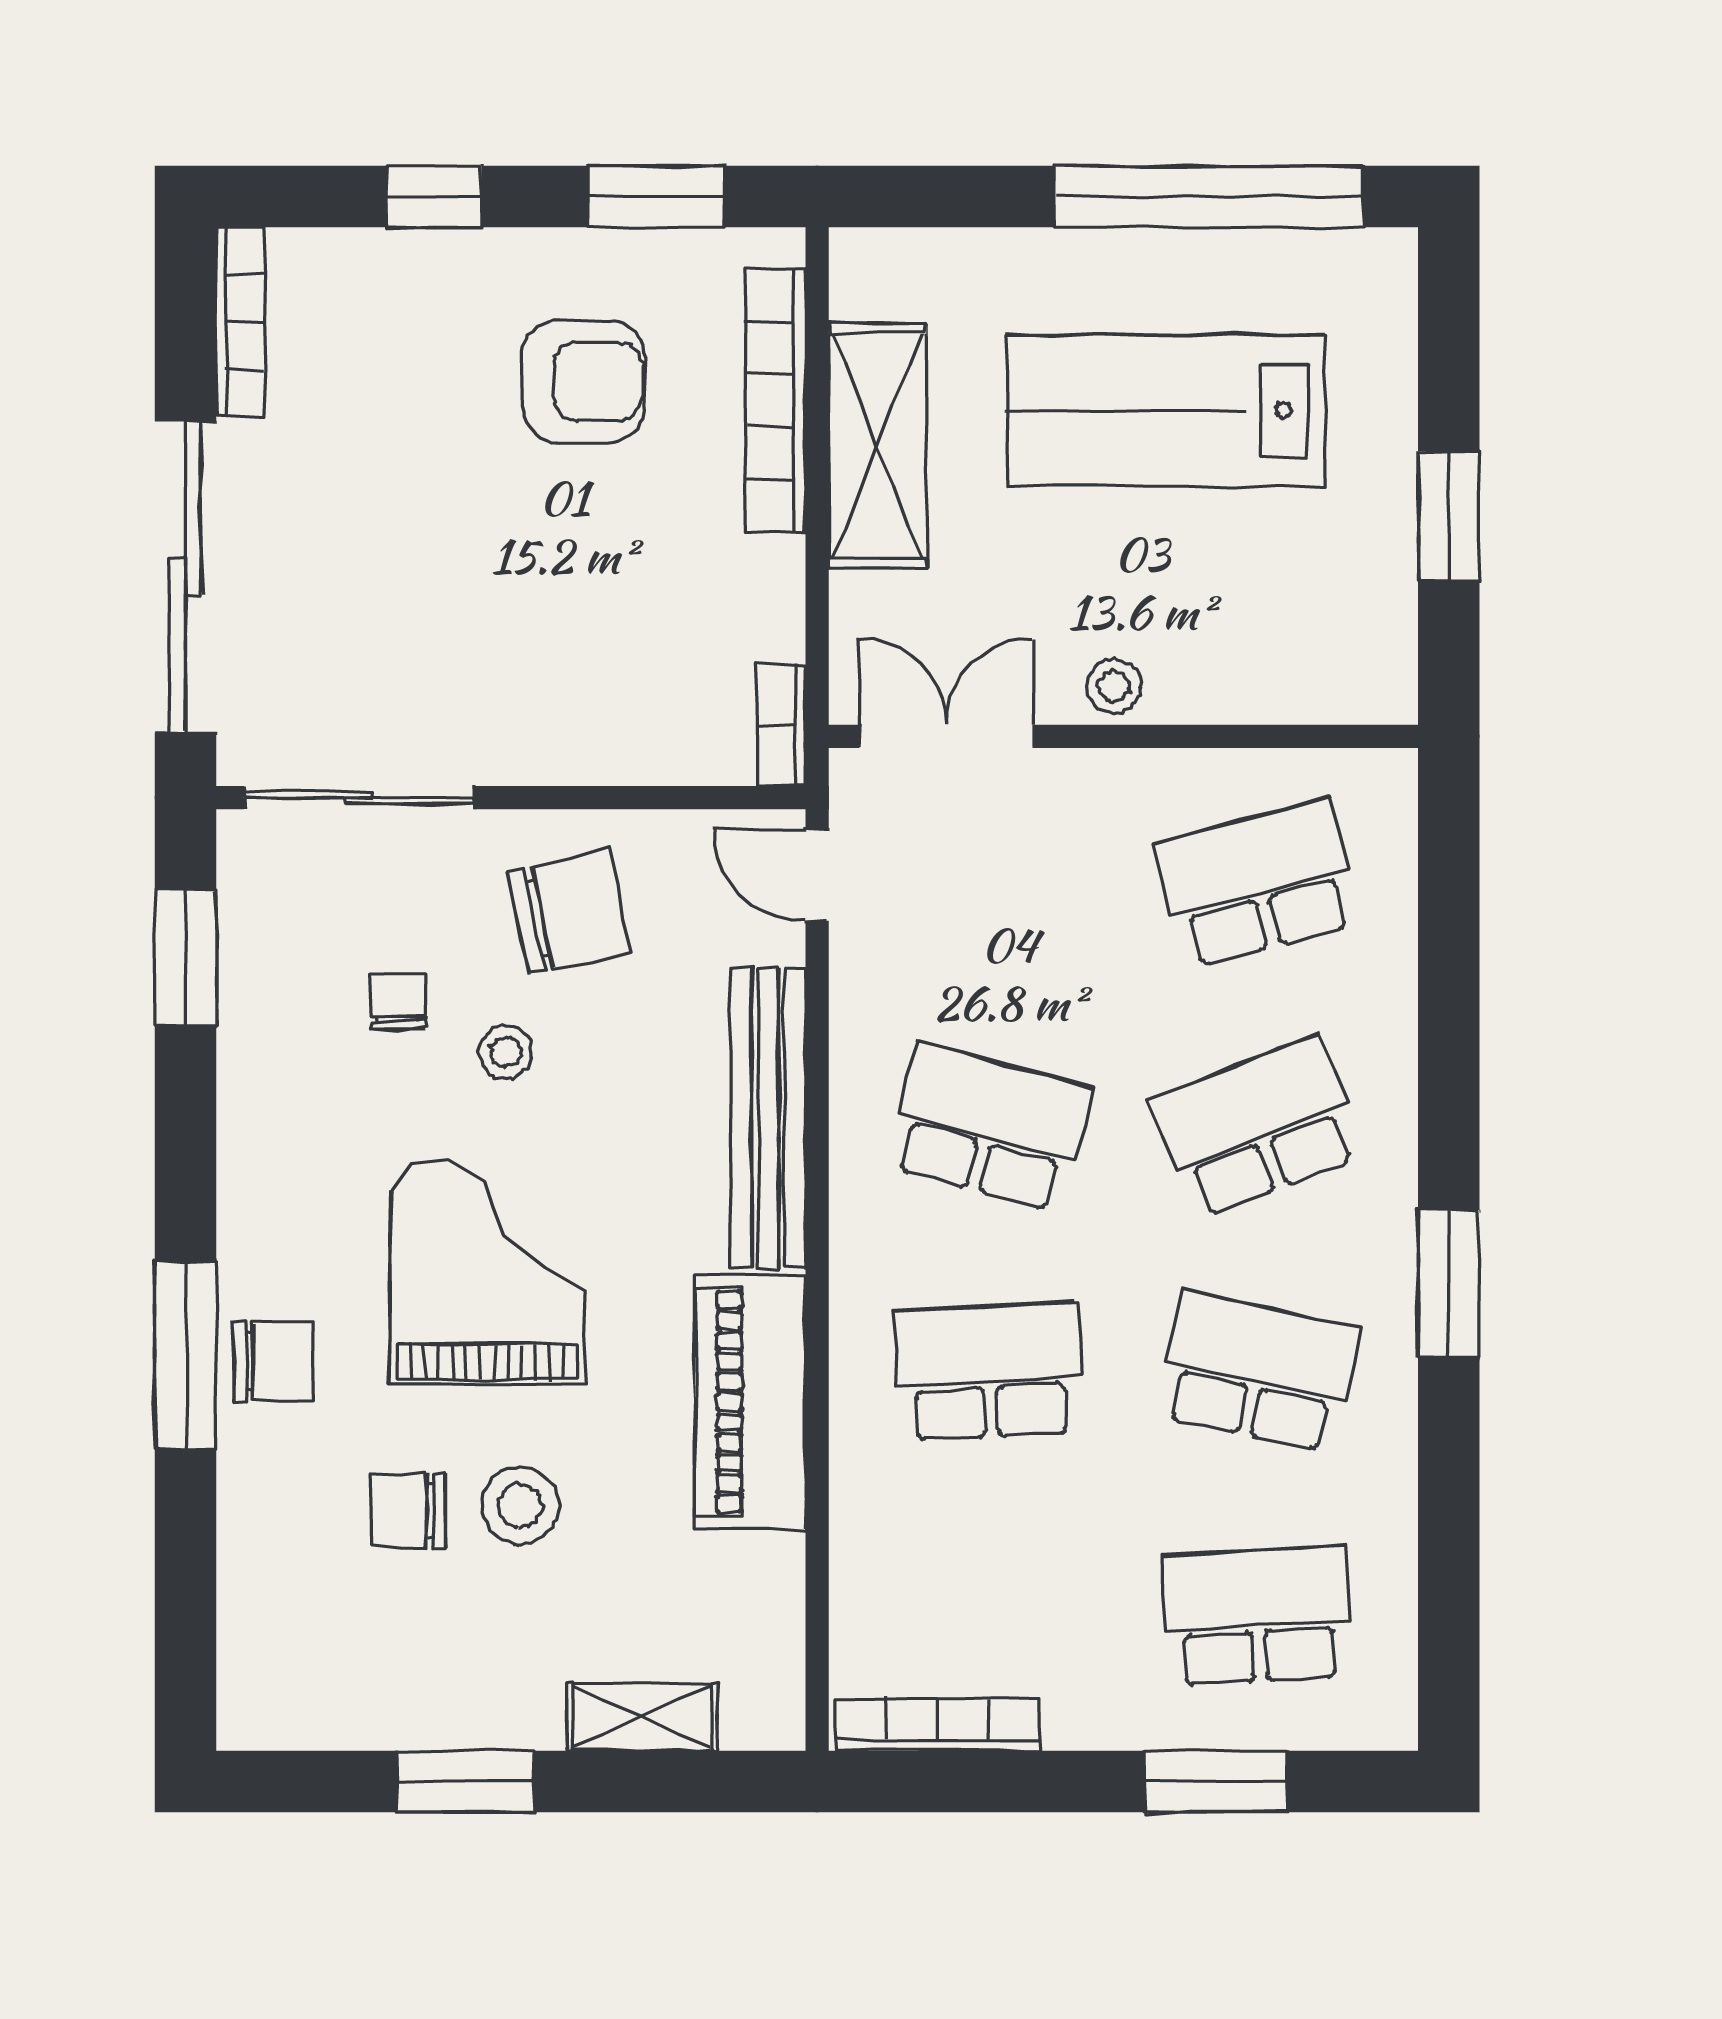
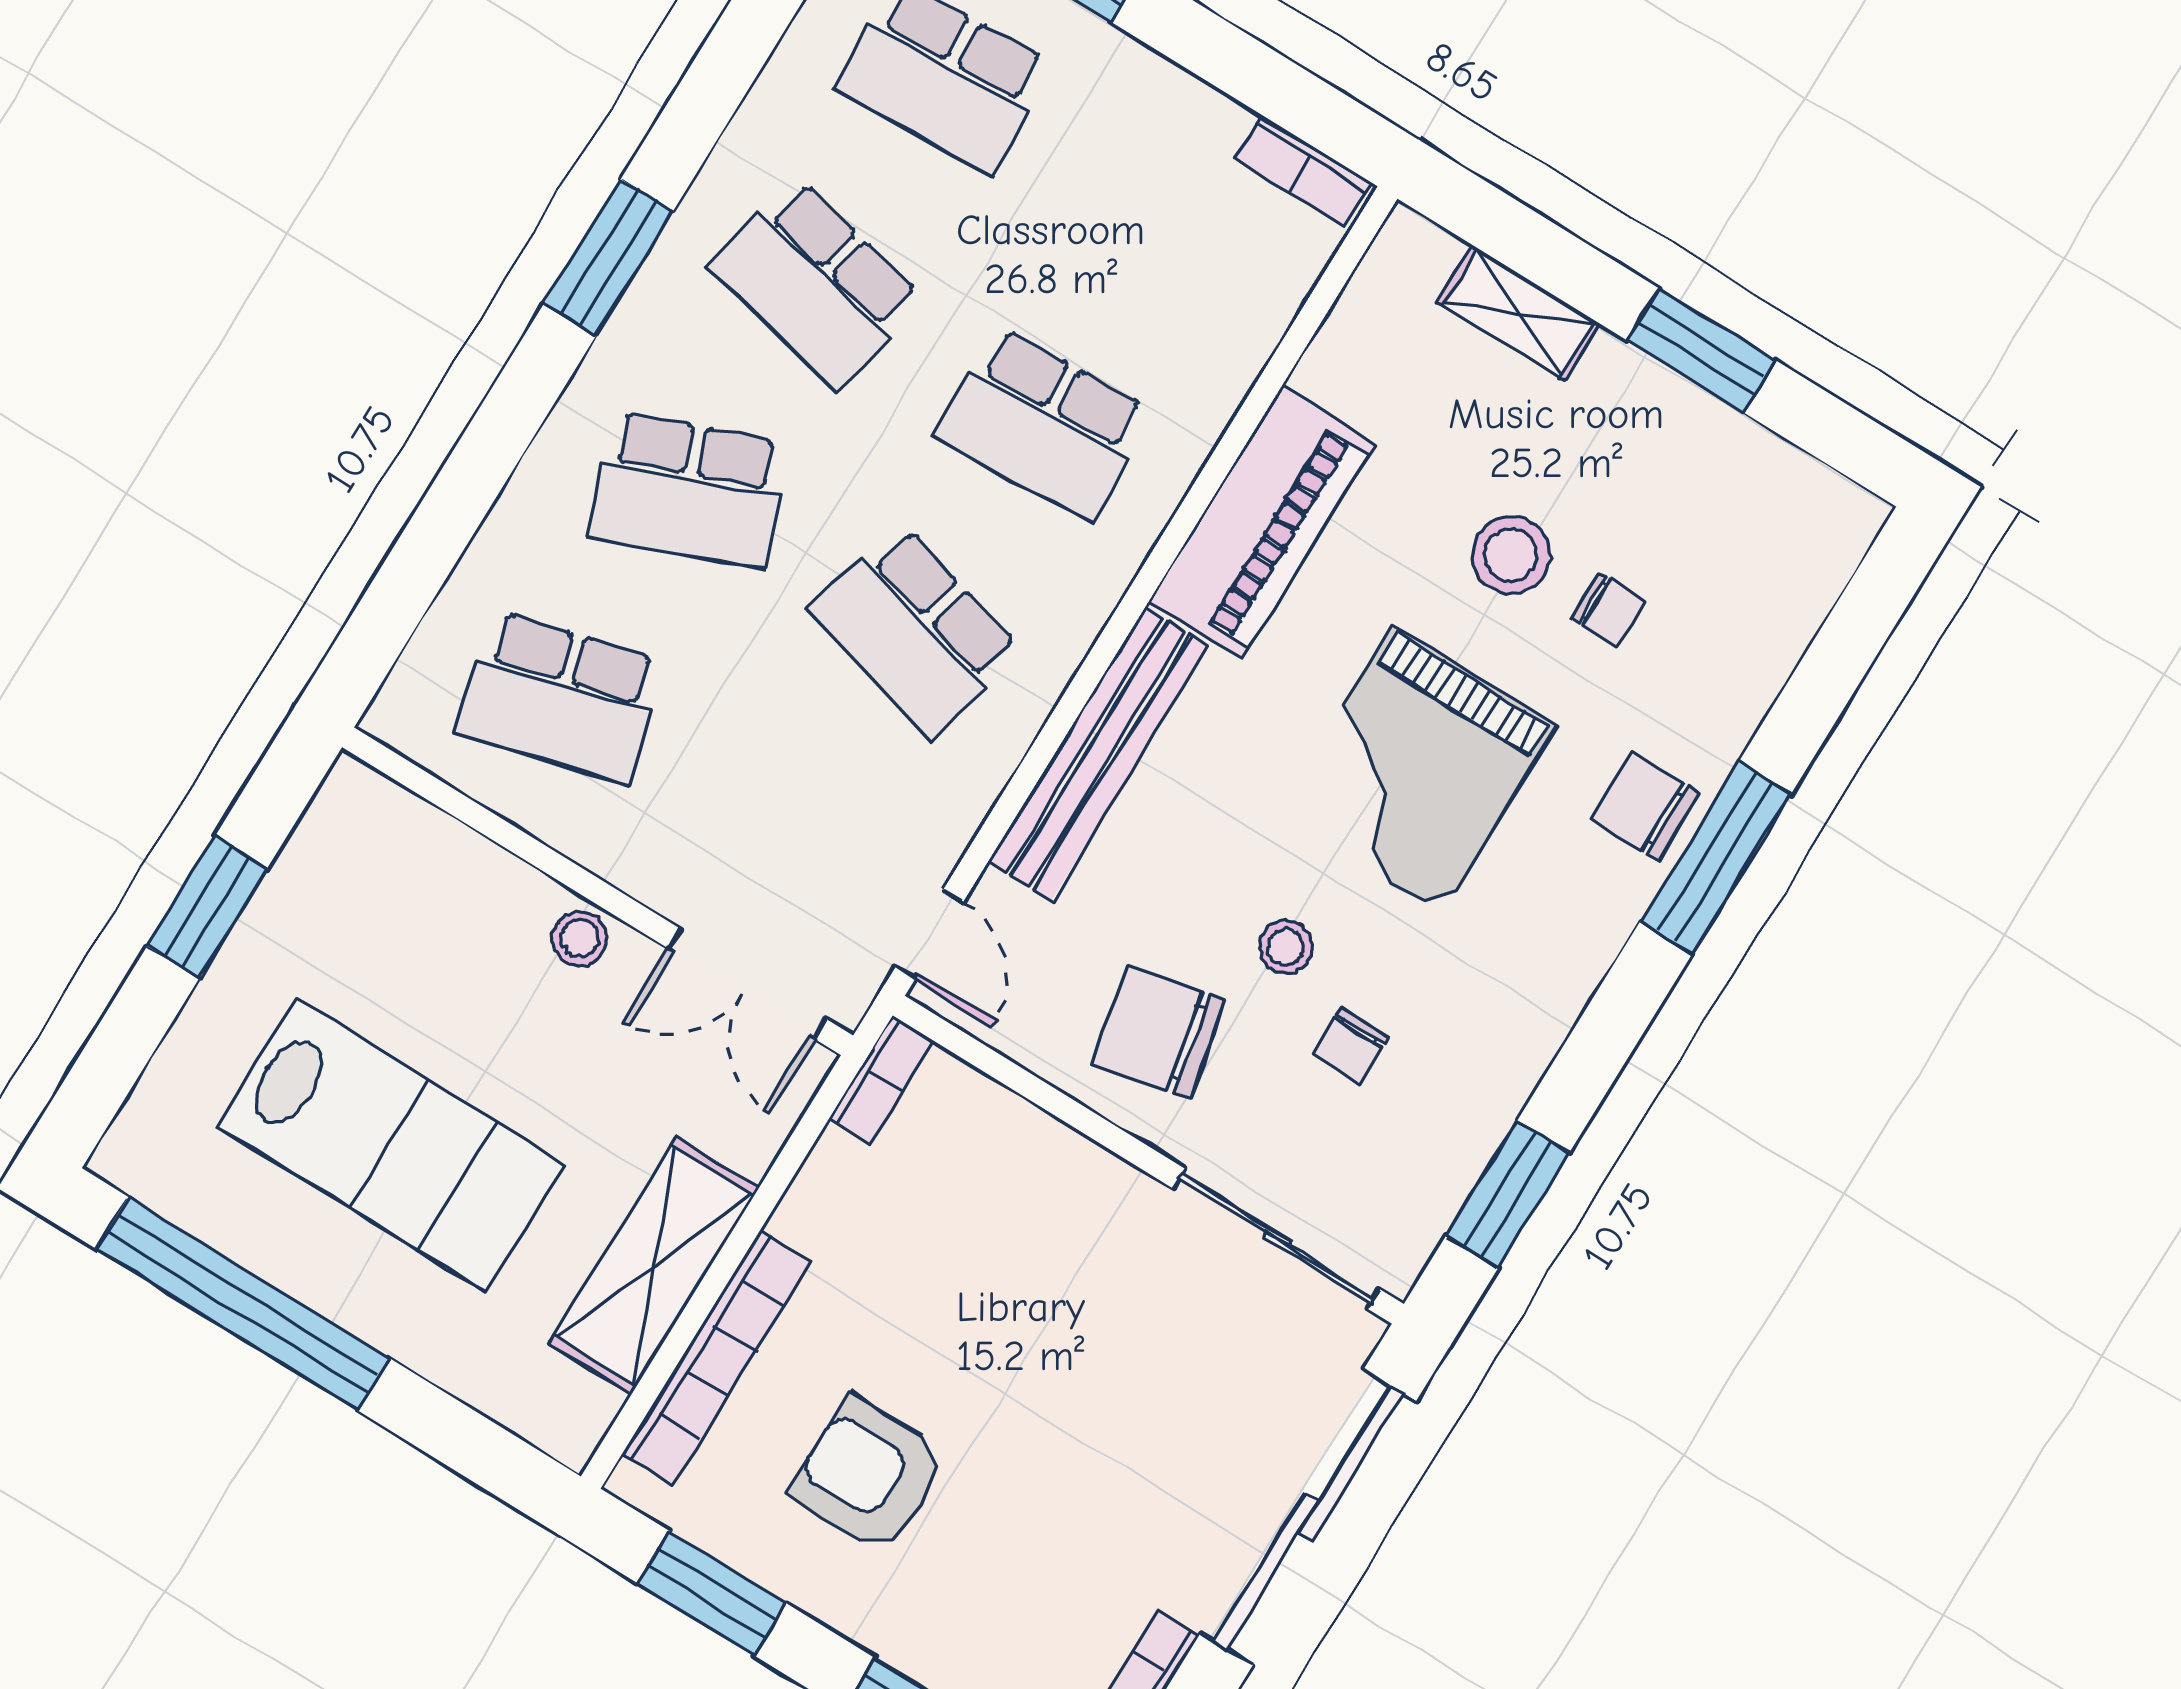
chair: (408, 1511) -> (1609, 610), width x0.73, depth x0.73
bookcase: (938, 1725) -> (1303, 171), width x0.64

